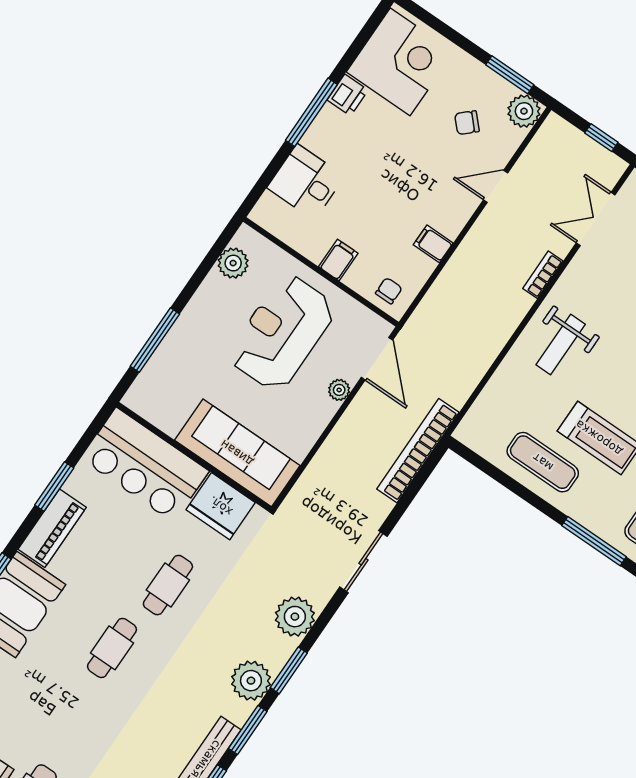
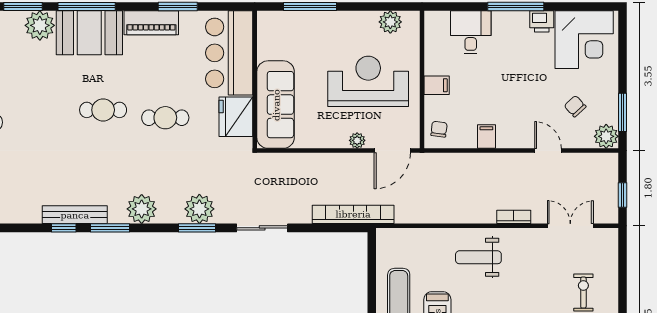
chair: (389, 291) -> (439, 129), turned -83
window: (289, 670) -> (197, 228), moved

